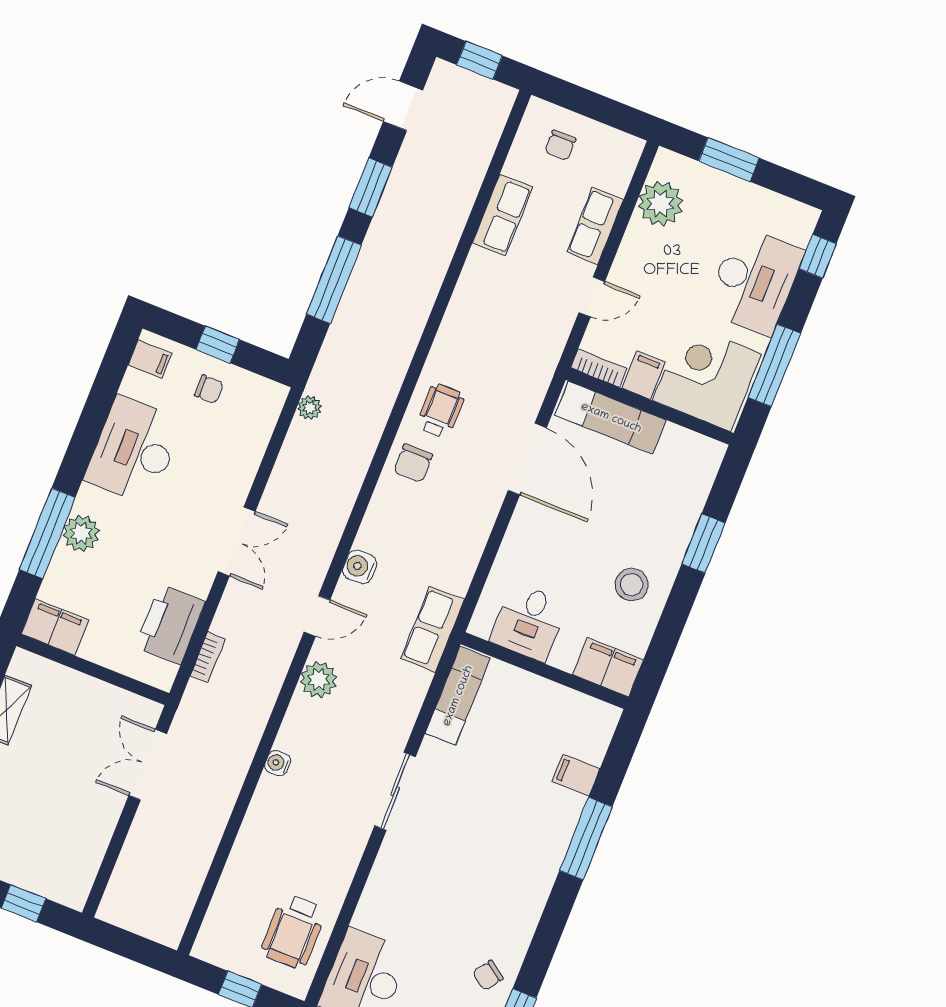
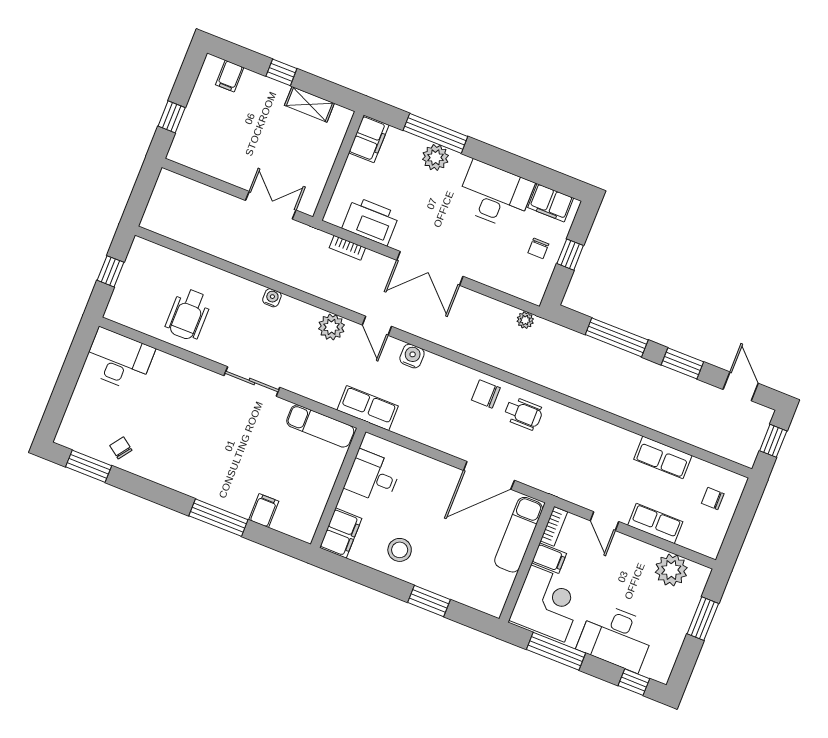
filing cabinet: (150, 359) -> (551, 203), width x2.00
double door: (237, 541) -> (430, 268), width x1.37
wheelchair: (293, 932) -> (188, 314), moved, turned -90

